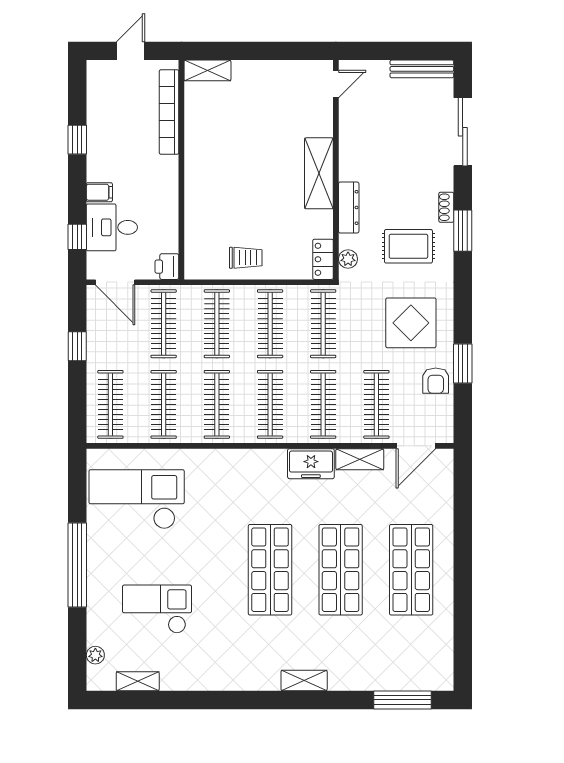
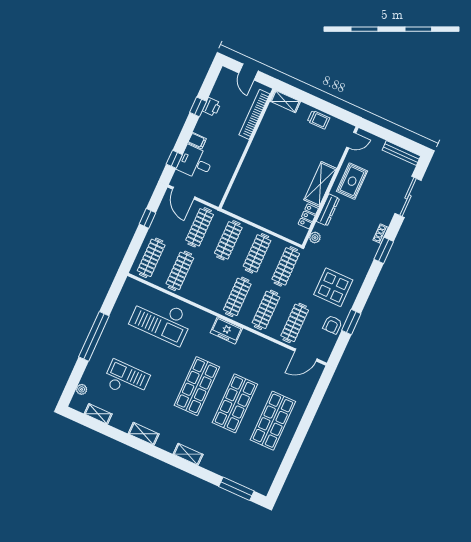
door: (130, 51) -> (248, 72), swing flipped
rug: (408, 246) -> (352, 181), moved, turned 90
trolley: (246, 258) -> (319, 120), moved
locker: (323, 259) -> (308, 216), moved
printer: (167, 267) -> (212, 107), moved, turned 180
clothes rail: (217, 404) -> (209, 284), removed
shelving: (360, 459) -> (144, 434), moved
freezer: (311, 464) -> (226, 330), moved
checkout: (137, 499) -> (161, 320), moved, turned 180

